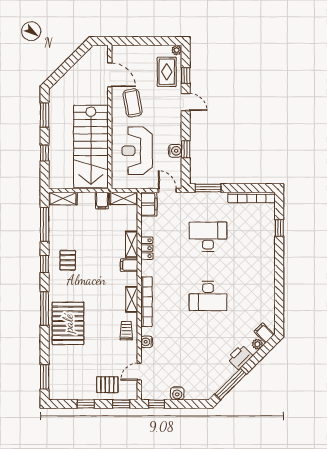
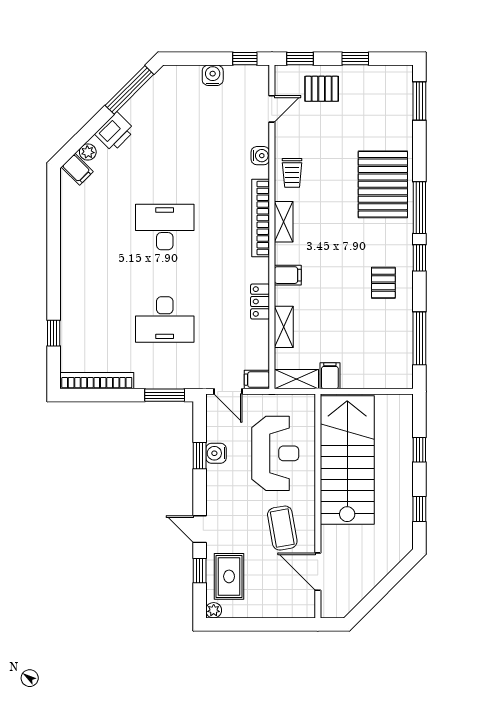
window: (45, 115) -> (419, 509), width x0.67
shelving: (63, 198) -> (391, 379), removed
filing cabinet: (149, 204) -> (257, 380), width x0.50
shelving: (132, 244) -> (284, 327), moved
window: (45, 264) -> (419, 258), moved

